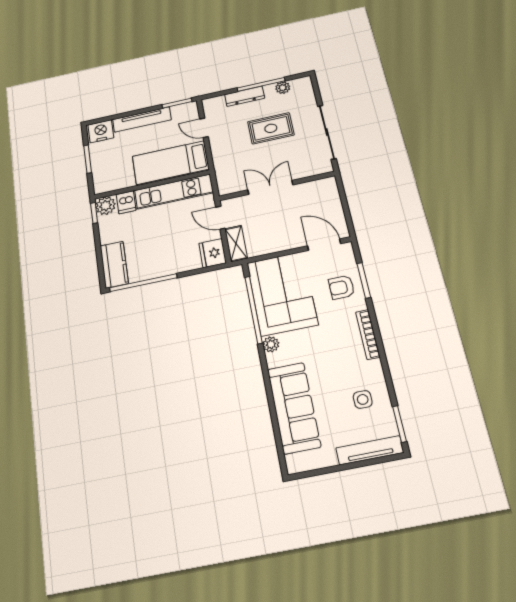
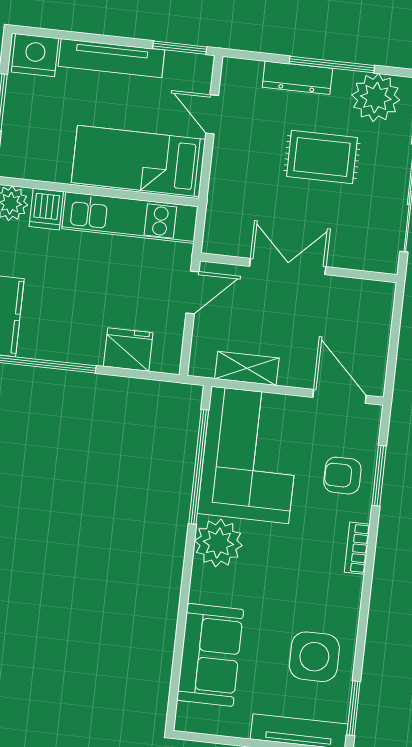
plant: (283, 88) -> (376, 98), width x1.88, depth x1.88
door: (220, 218) -> (192, 292), swing flipped
shelving: (236, 244) -> (247, 368), moved, turned 90
fridge: (213, 253) -> (128, 350), moved, turned 90
bookcase: (368, 334) -> (357, 548), width x0.64
plant: (271, 344) -> (218, 543), width x1.88, depth x1.88
side table: (363, 399) -> (314, 657), width x1.87, depth x1.87
sofa: (294, 408) -> (210, 655), width x0.73

